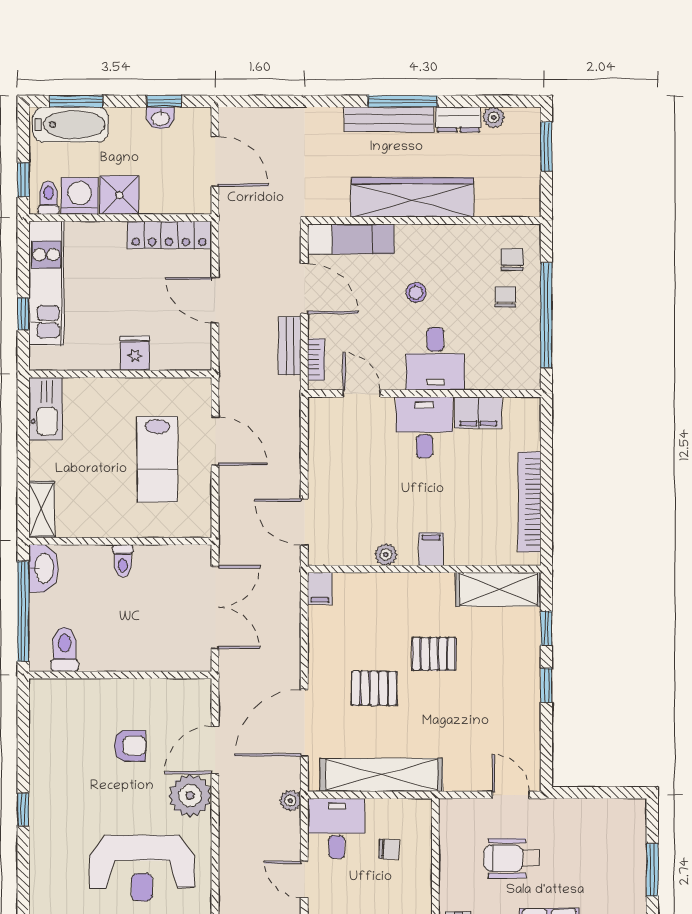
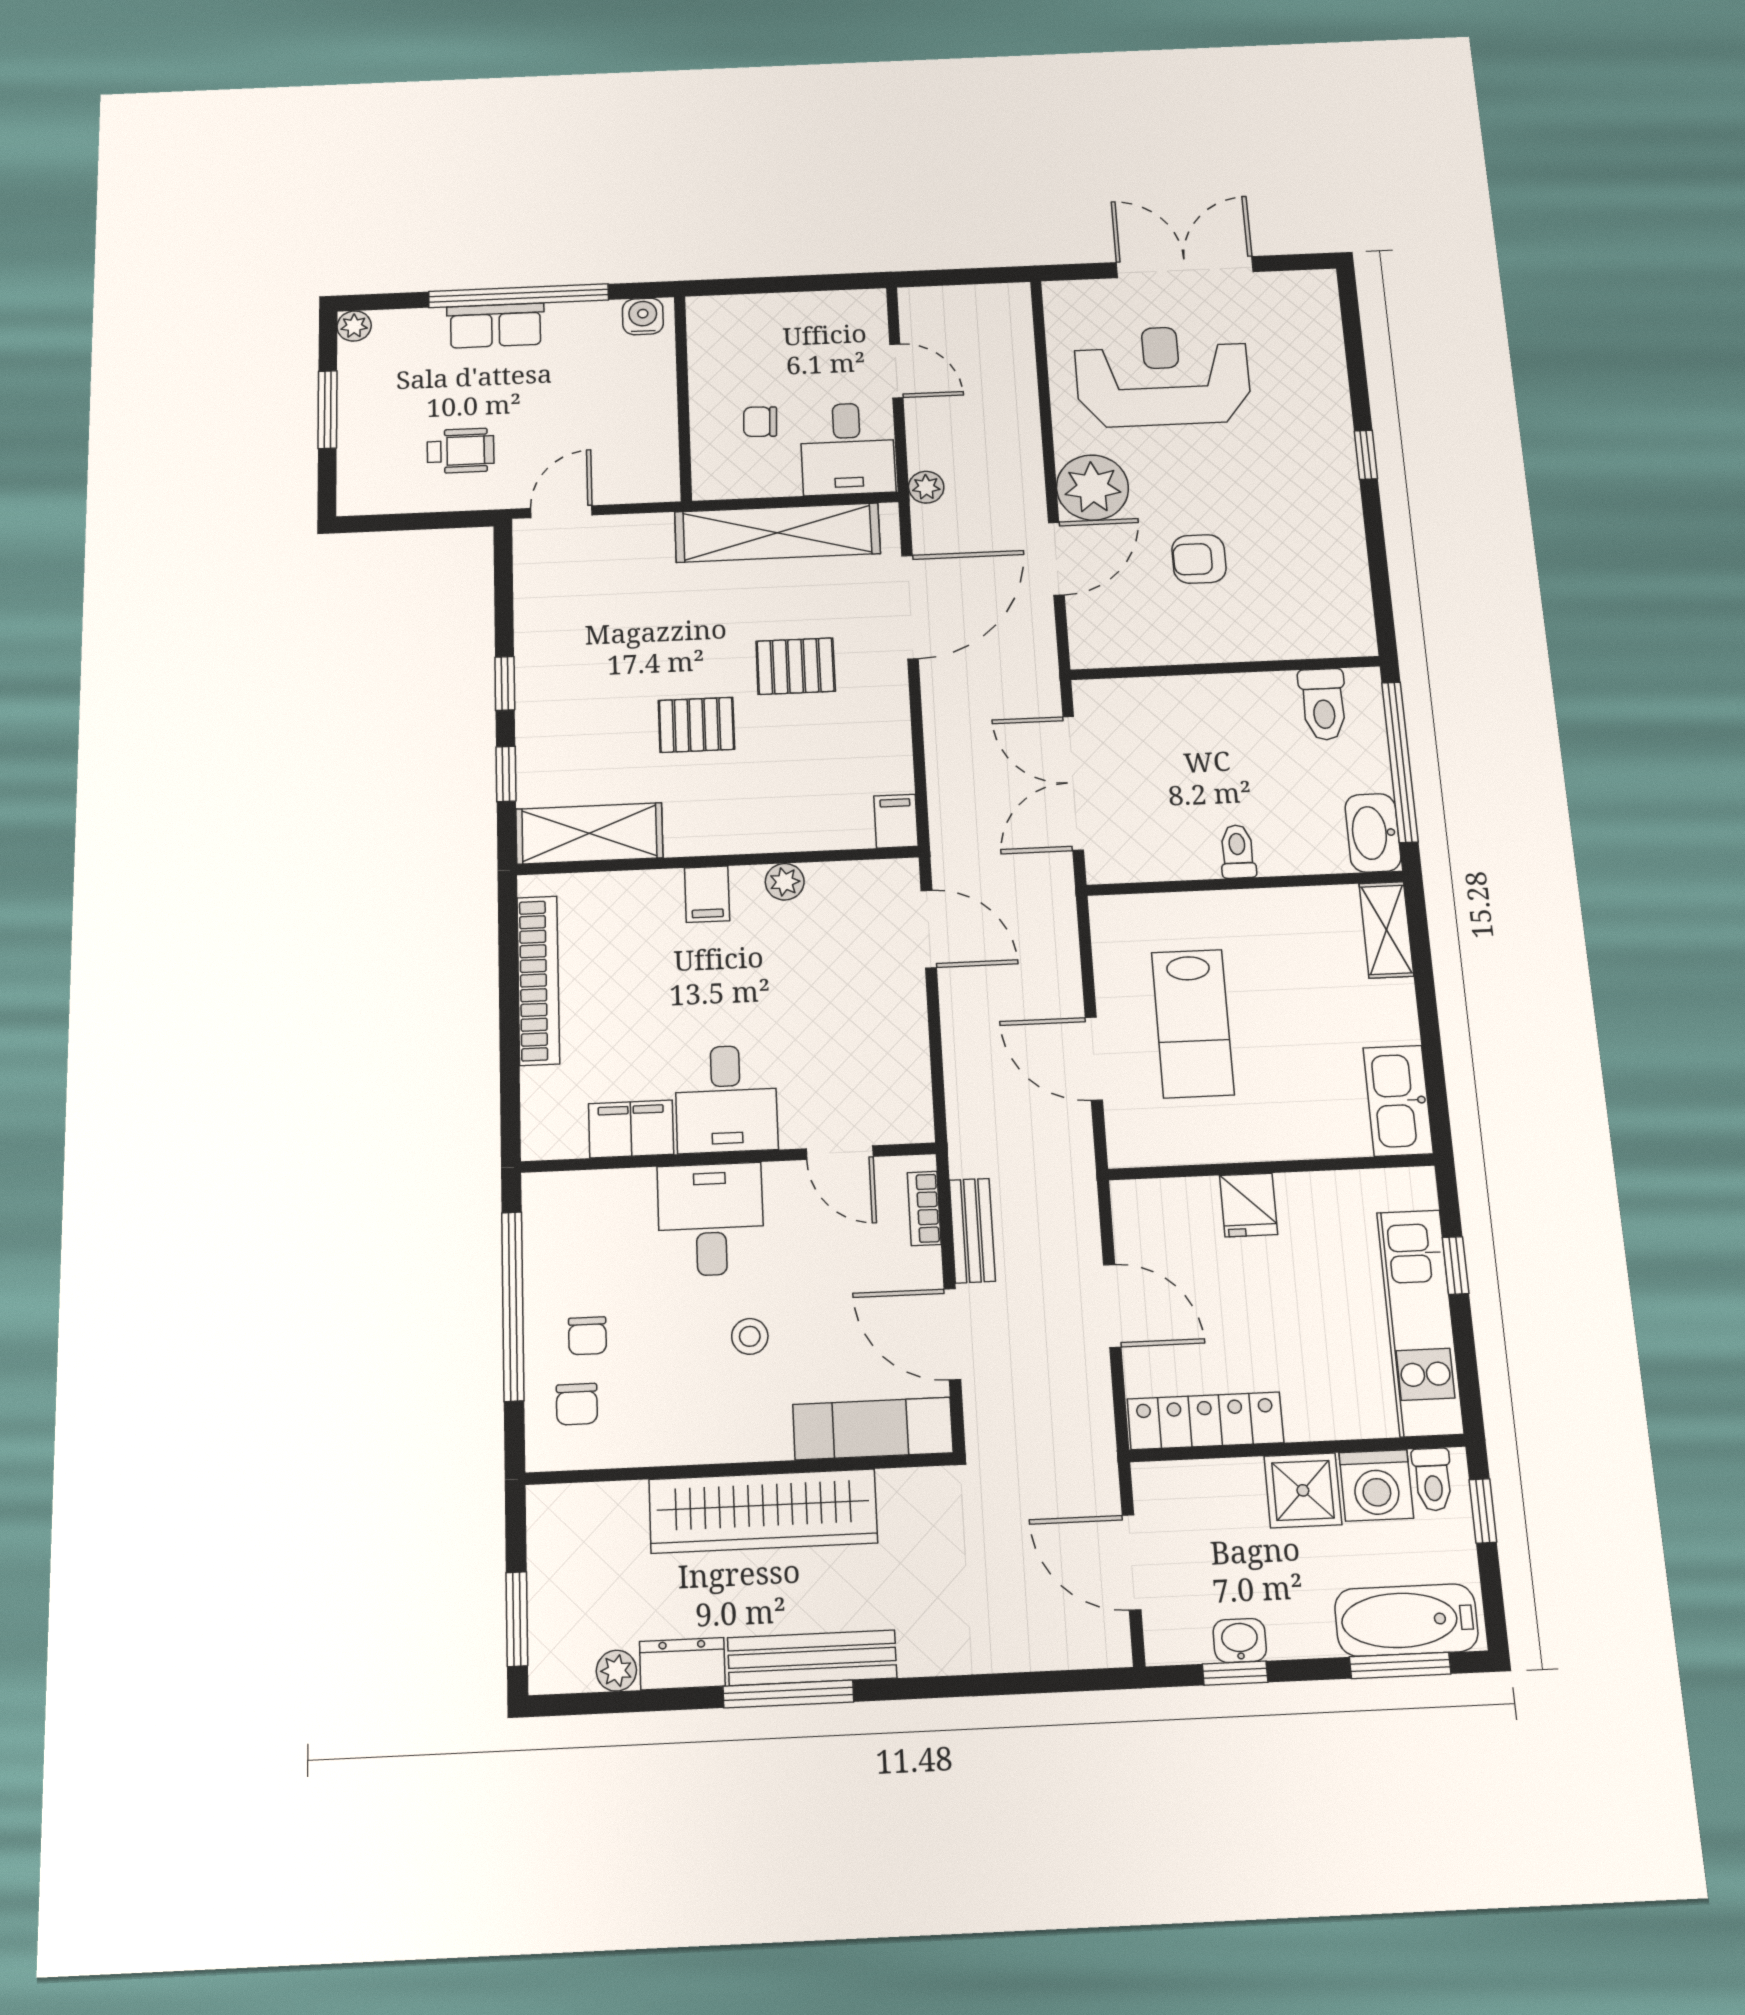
lab bench: (157, 459) -> (1193, 1023), turned 180
door: (511, 795) -> (561, 512), swing flipped
wheelchair: (512, 858) -> (461, 451), moved, width x0.73, depth x0.73

